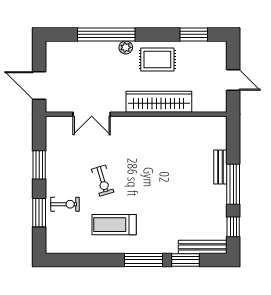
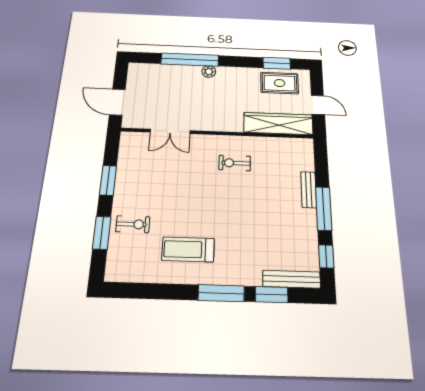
rug: (157, 60) -> (280, 83), moved
wardrobe: (159, 102) -> (278, 124), moved
exercise bike: (103, 181) -> (235, 163), moved, turned 107

